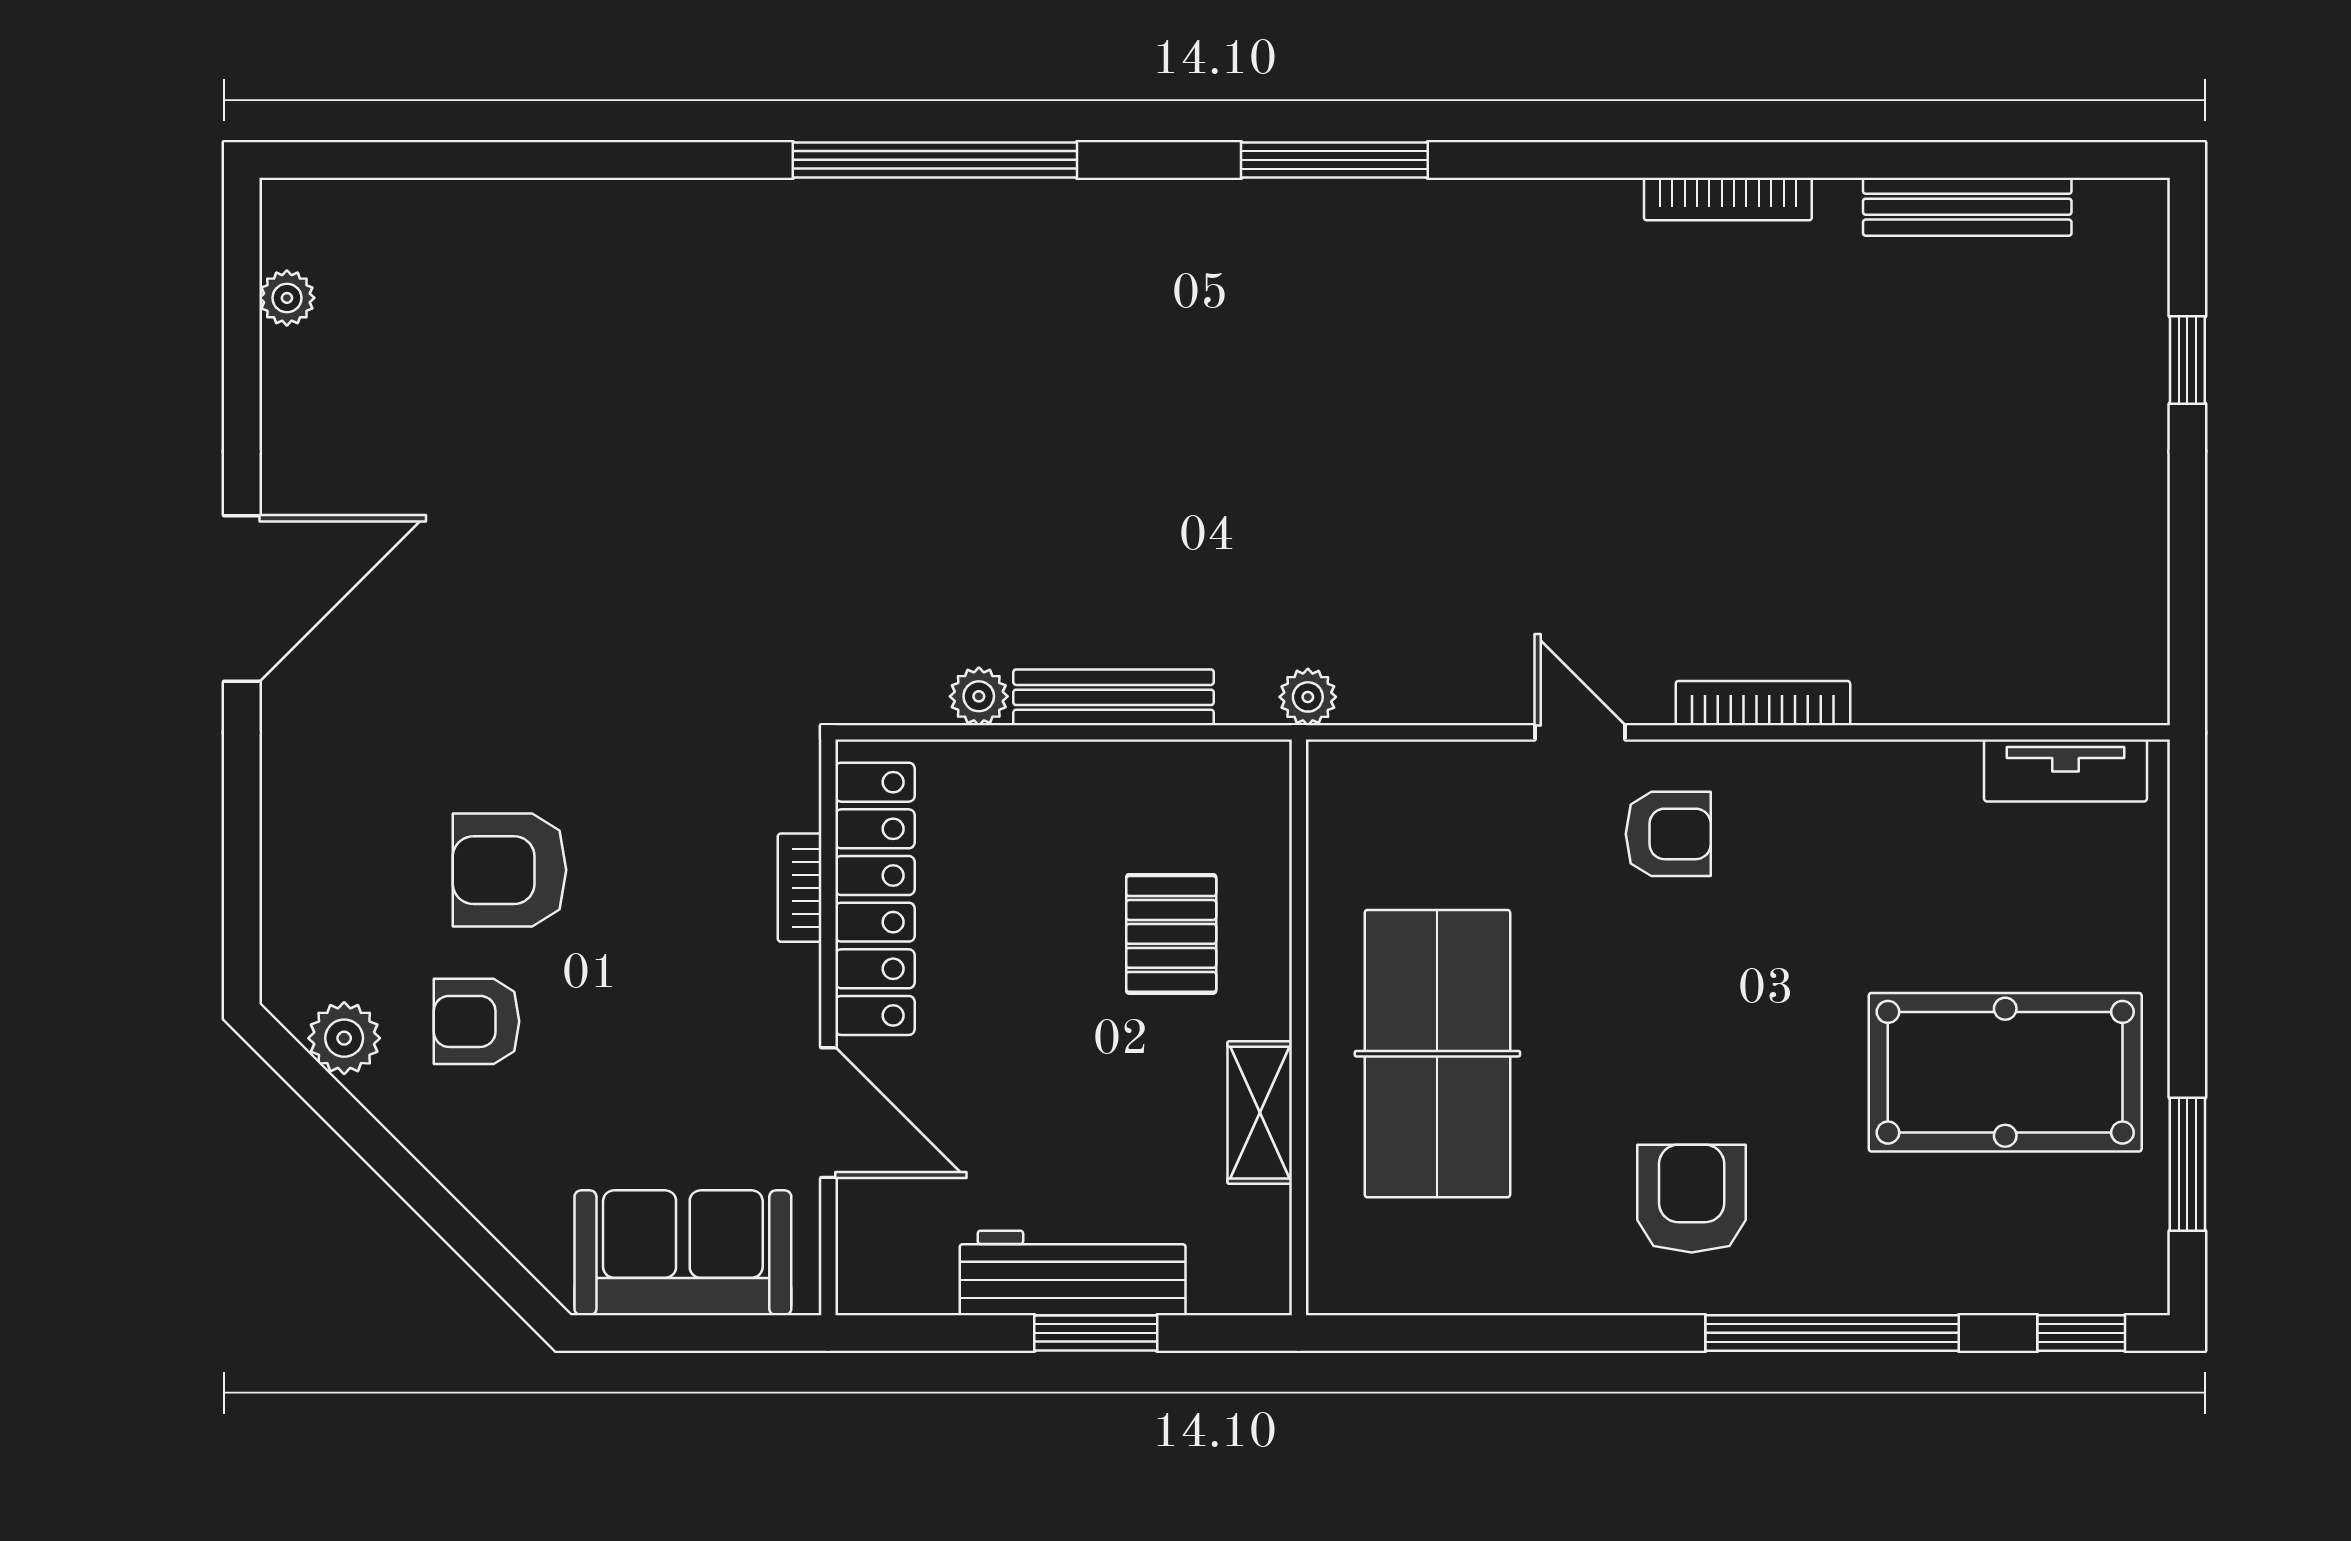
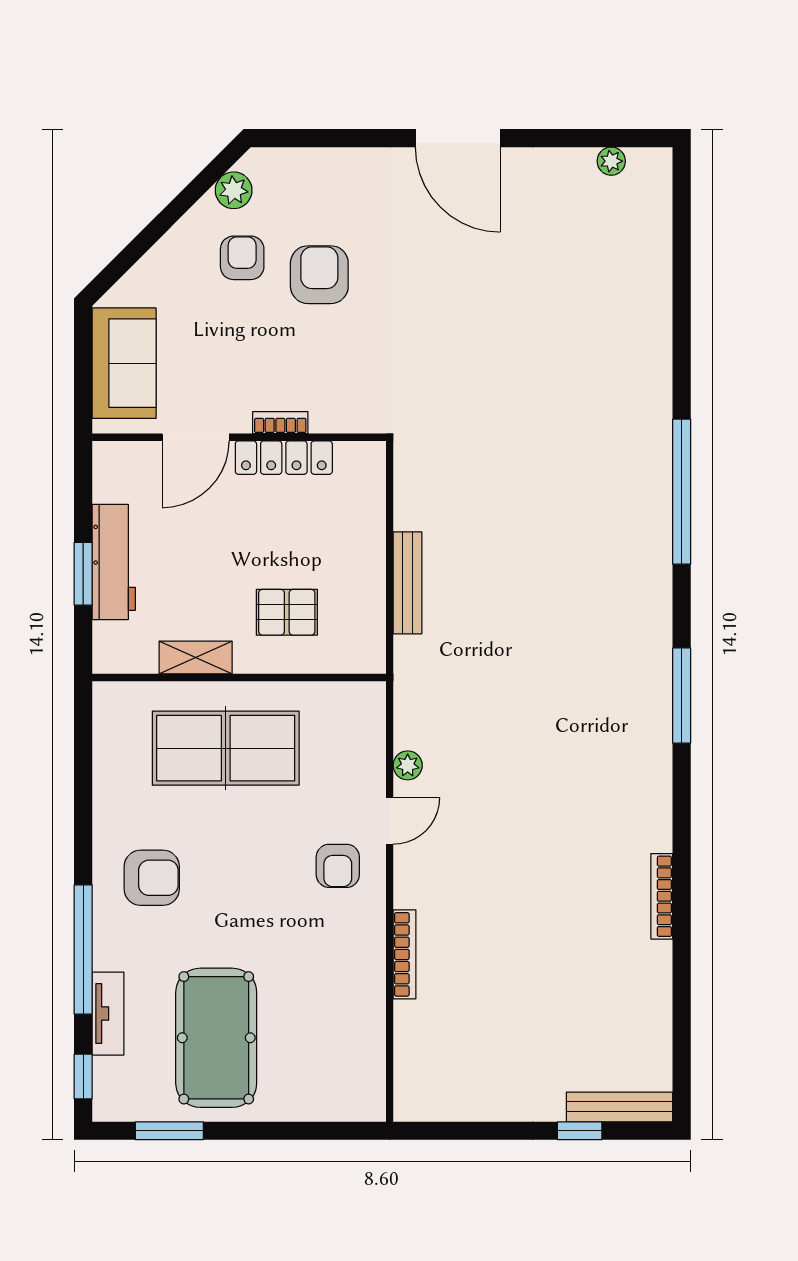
bench: (1967, 207) -> (620, 1107), moved, turned 90
plant: (979, 696) -> (408, 514), removed
plant: (1308, 697) -> (408, 765), moved
bookcase: (1763, 703) -> (405, 954), moved
tv unit: (2066, 770) -> (108, 1014), moved, turned 180
bookcase: (800, 888) -> (280, 423), moved
locker: (875, 899) -> (284, 458), width x0.71, depth x0.83

